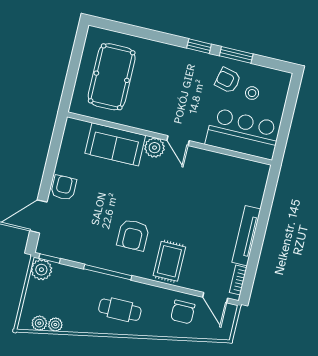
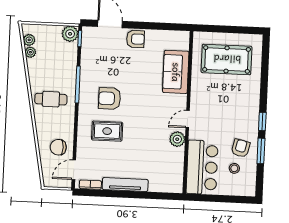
plant: (155, 148) -> (177, 139), moved
rug: (169, 261) -> (107, 131), moved
cafe table: (120, 310) -> (51, 99), turned 90

